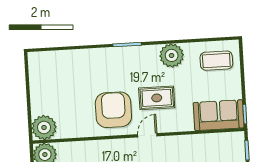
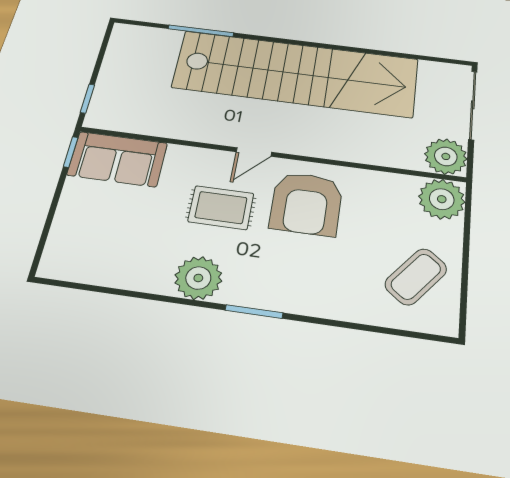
plant: (172, 55) -> (198, 278), moved
coffee table: (216, 61) -> (416, 277), moved, turned -52

